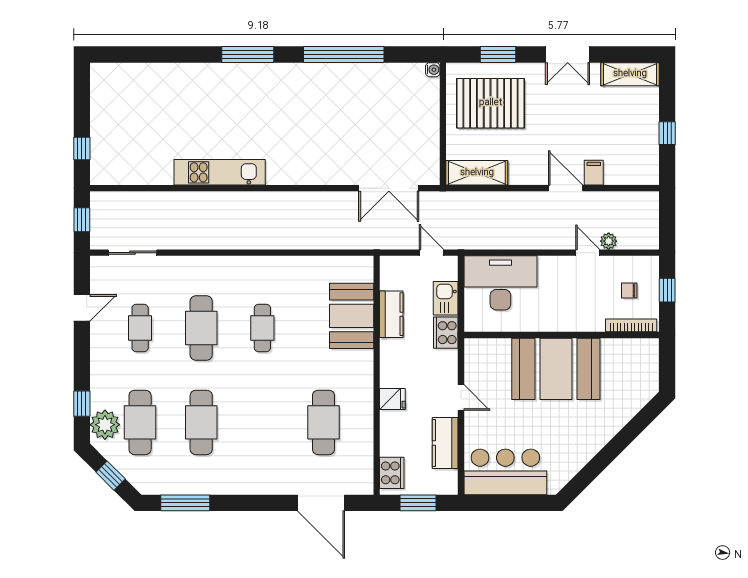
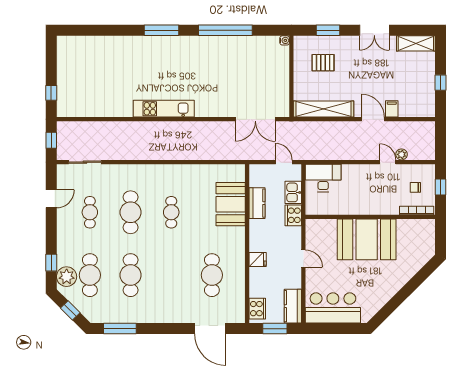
pallet: (491, 103) -> (323, 63), width x0.49, depth x0.50
kitchen unit: (220, 172) -> (164, 109), moved
shelving: (477, 173) -> (324, 109), width x1.47
desk: (500, 283) -> (323, 178), width x0.73, depth x0.77
kitchen counter: (445, 443) -> (293, 306), moved

